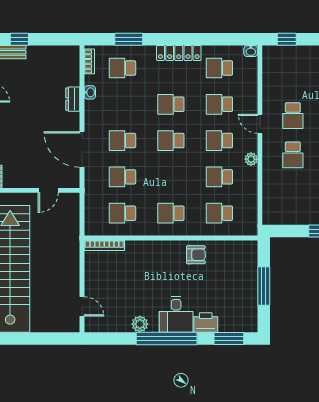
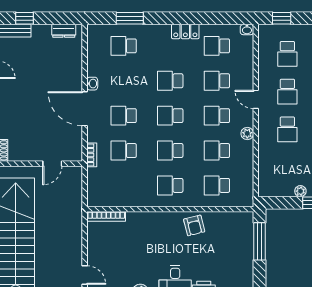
locker: (179, 53) -> (185, 32), width x0.66
bookcase: (89, 61) -> (92, 155), moved
school desk: (293, 76) -> (287, 54), added
washbasin: (90, 92) -> (92, 84), moved
dresser: (73, 99) -> (64, 31), moved, turned -90
door: (82, 149) -> (85, 109), moved
school desk: (122, 213) -> (170, 151), moved
plant: (306, 219) -> (300, 191), added
armchair: (196, 255) -> (194, 225), turned 76
window: (264, 286) -> (259, 241), moved

